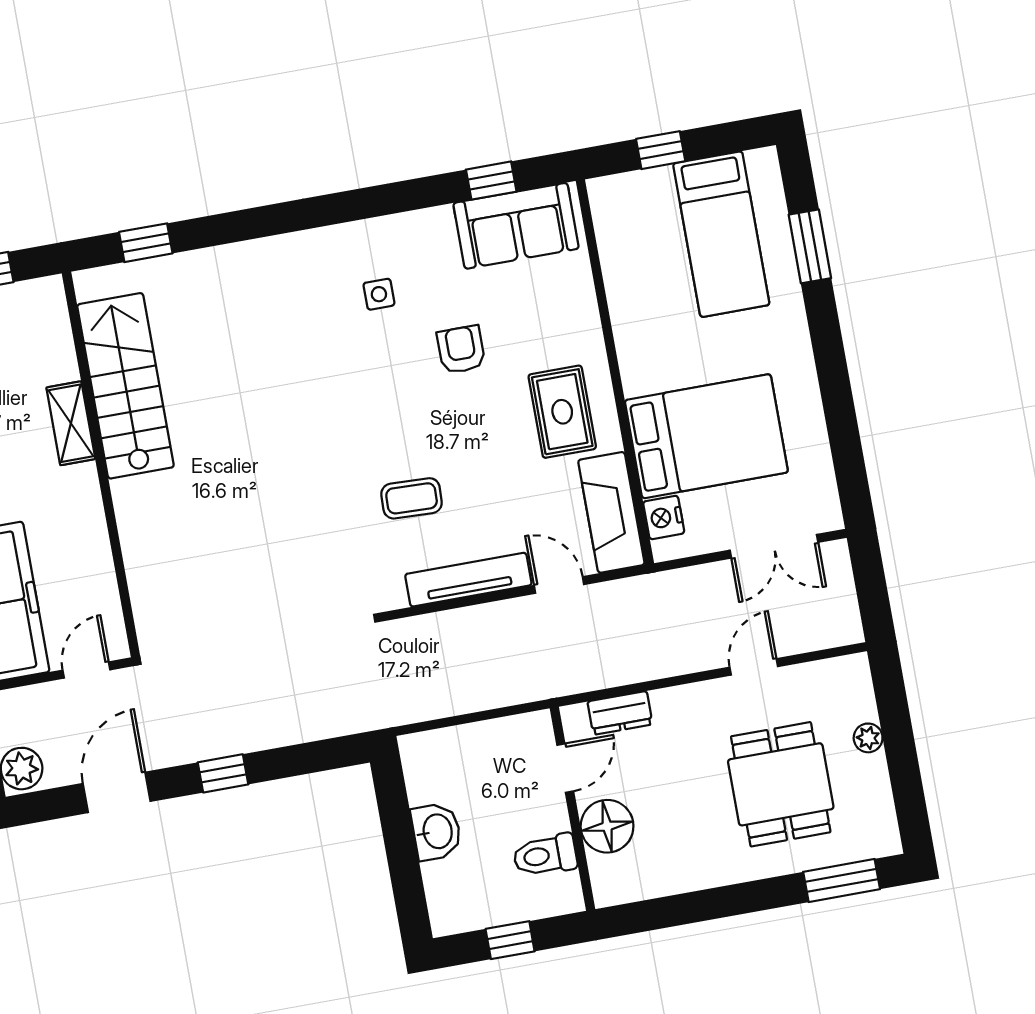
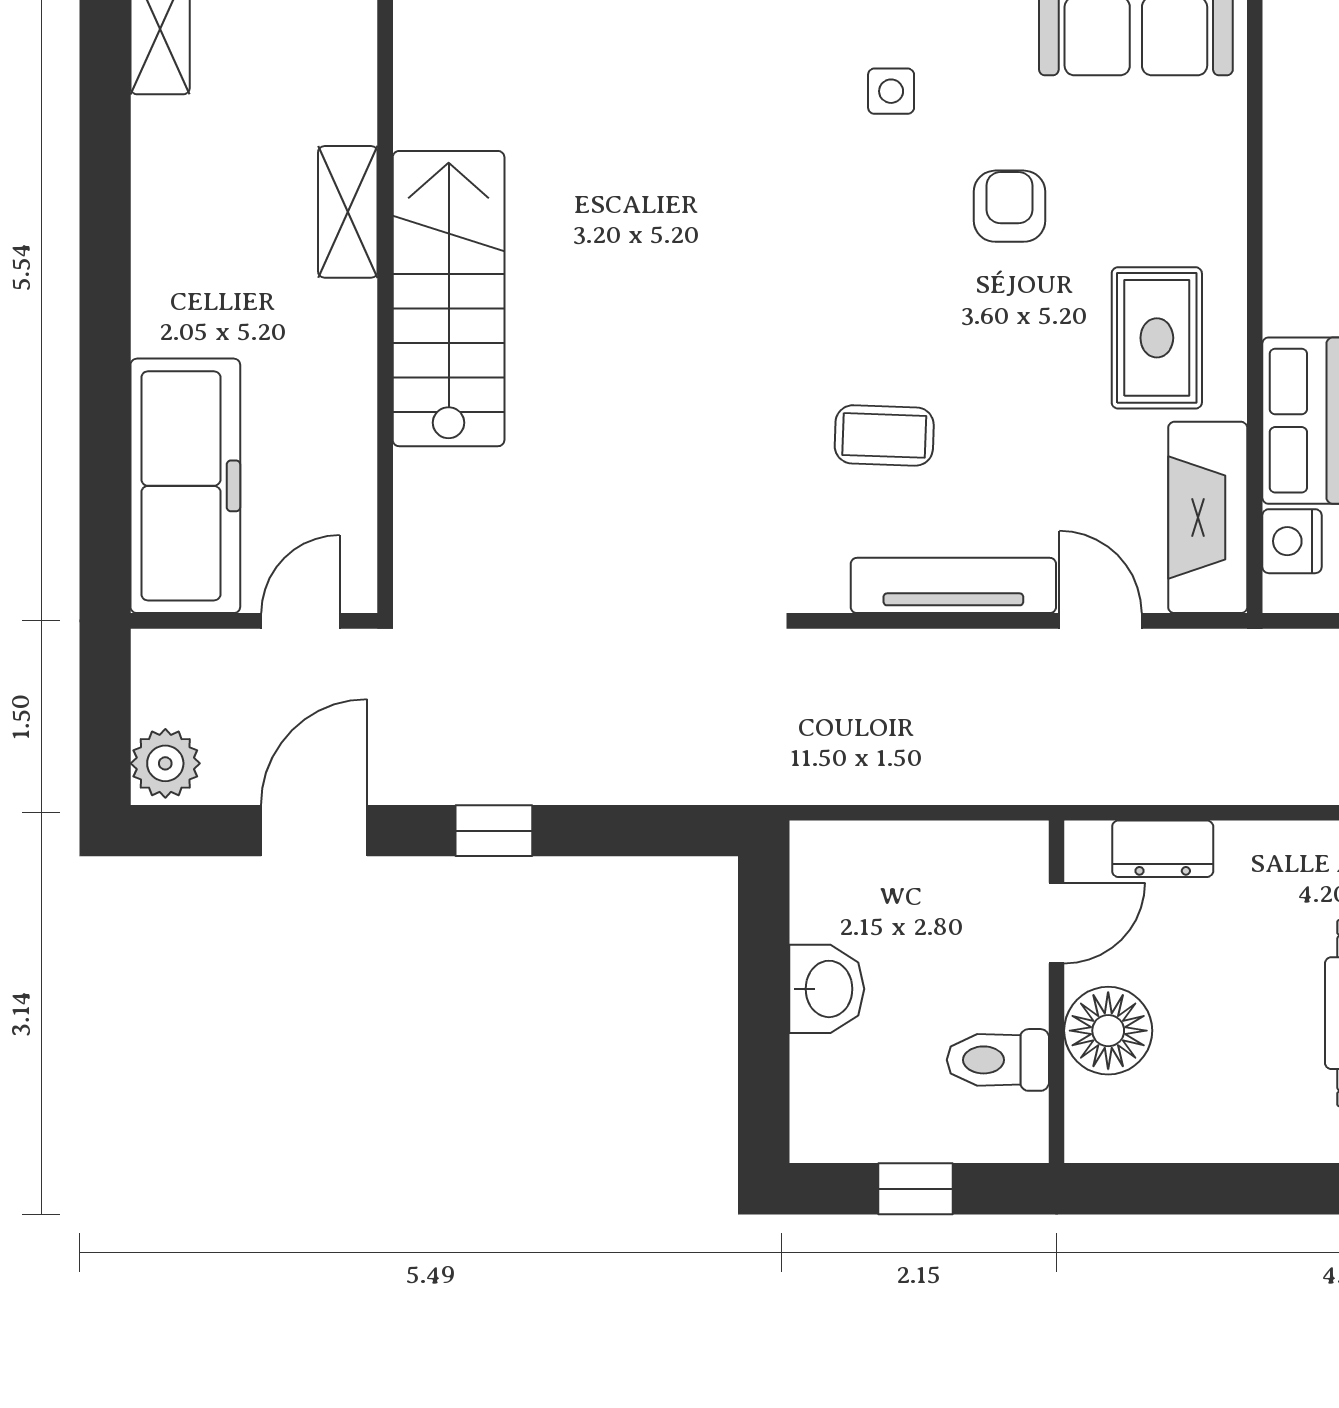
stairs: (126, 386) -> (449, 299), moved

